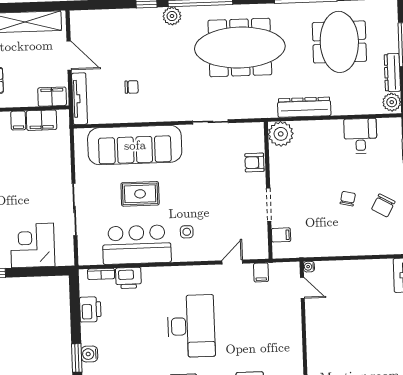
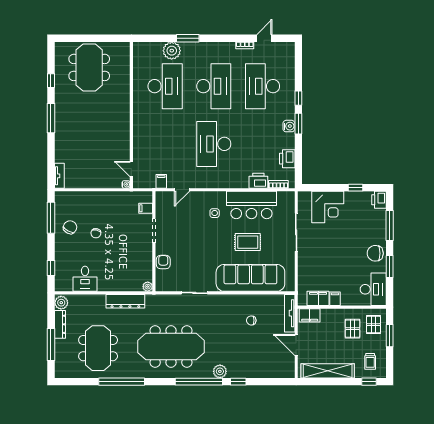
plant: (281, 134) -> (148, 287), width x0.53, depth x0.53
armchair: (254, 163) -> (163, 262), turned -90

